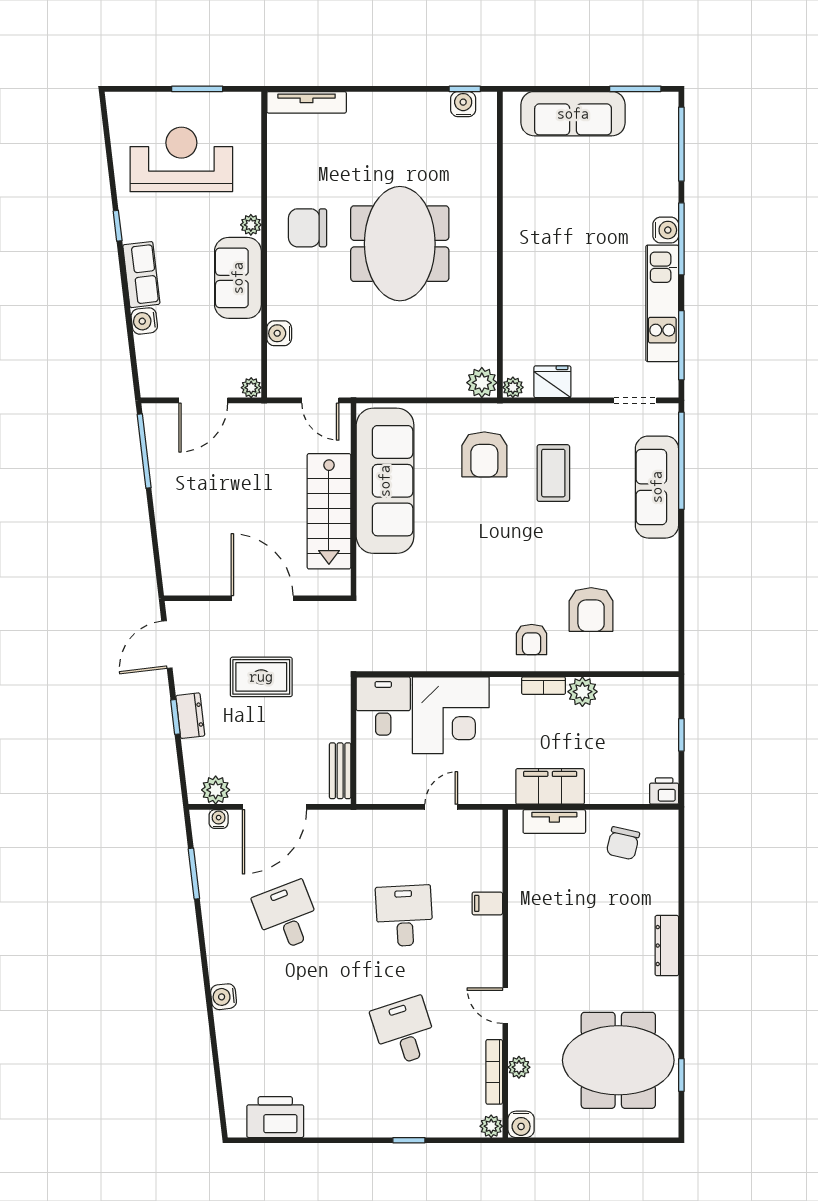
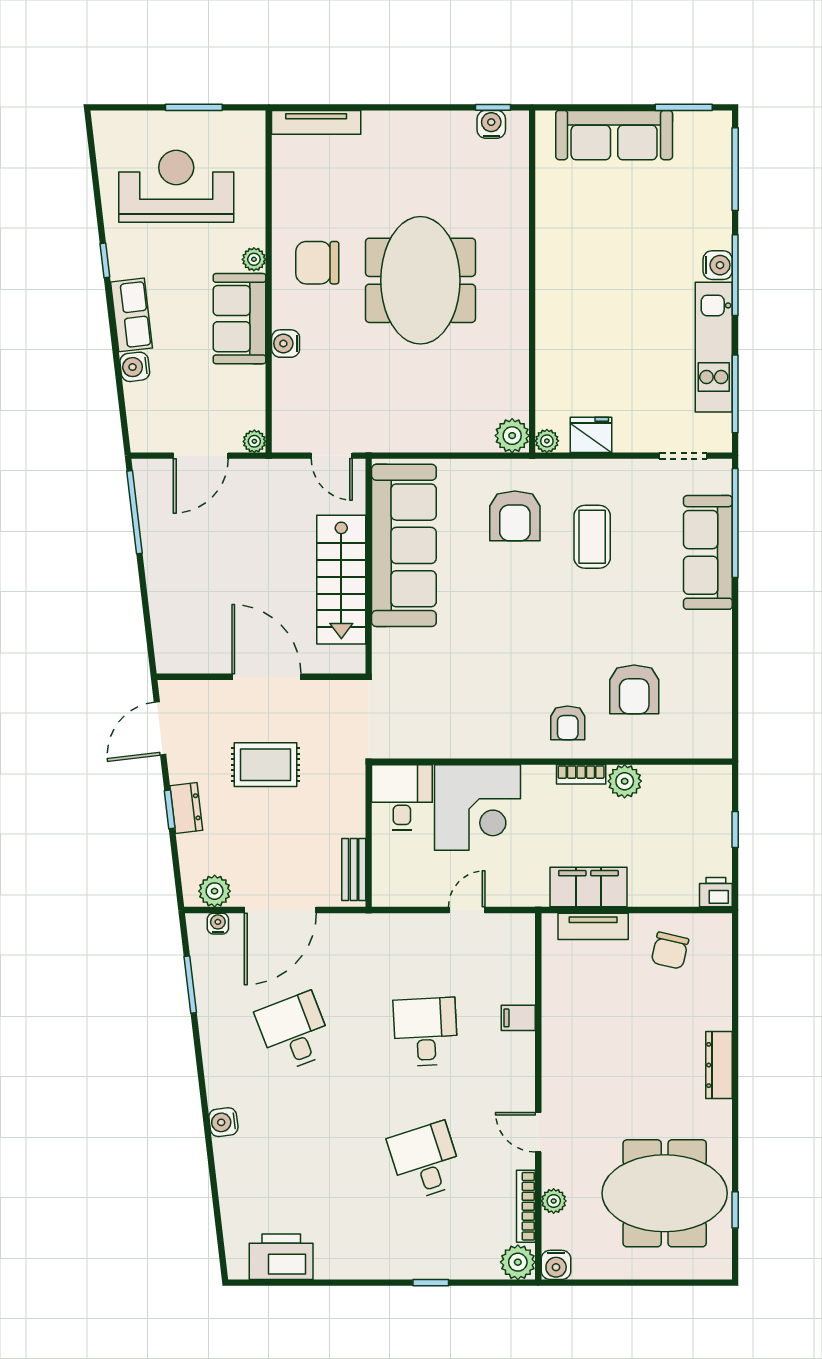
water cooler: (279, 333) -> (286, 344), moved
plant: (491, 1126) -> (518, 1262), width x1.38, depth x1.38

